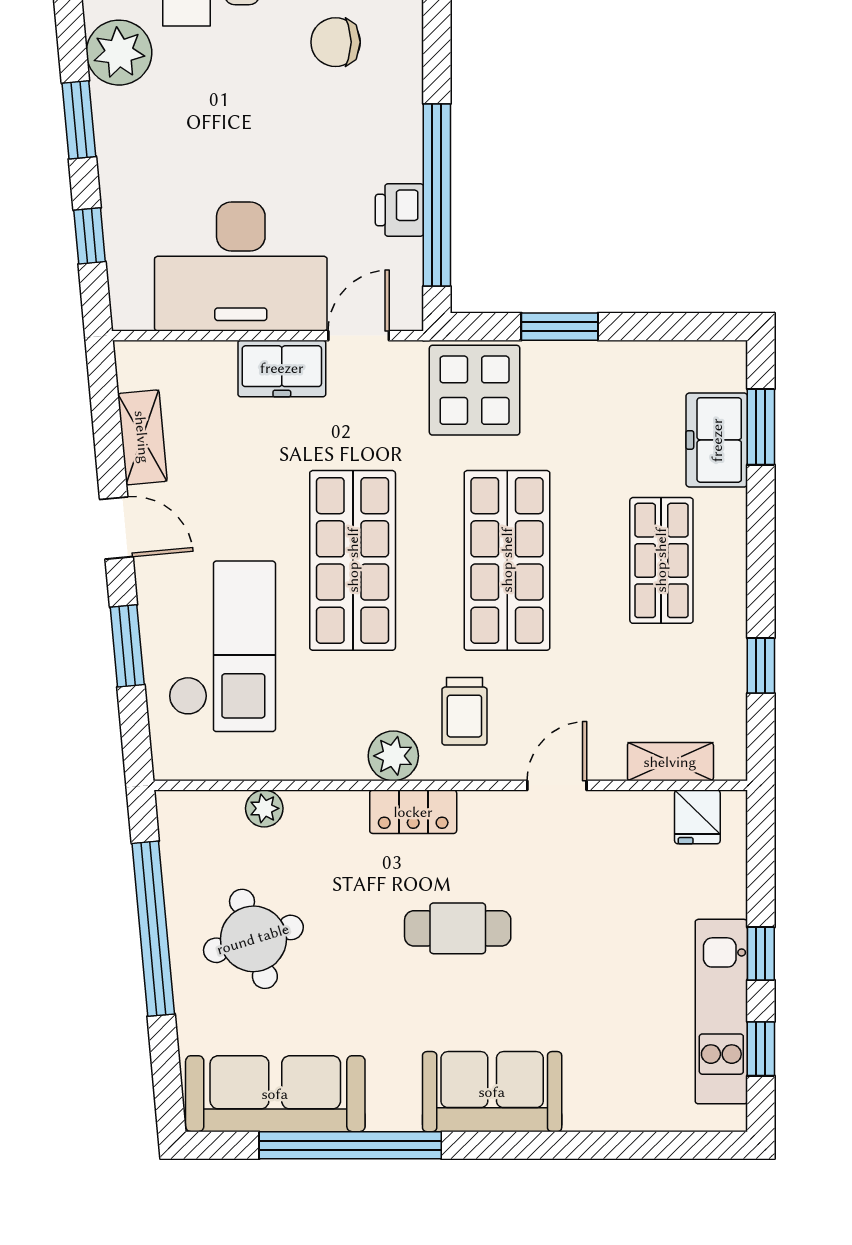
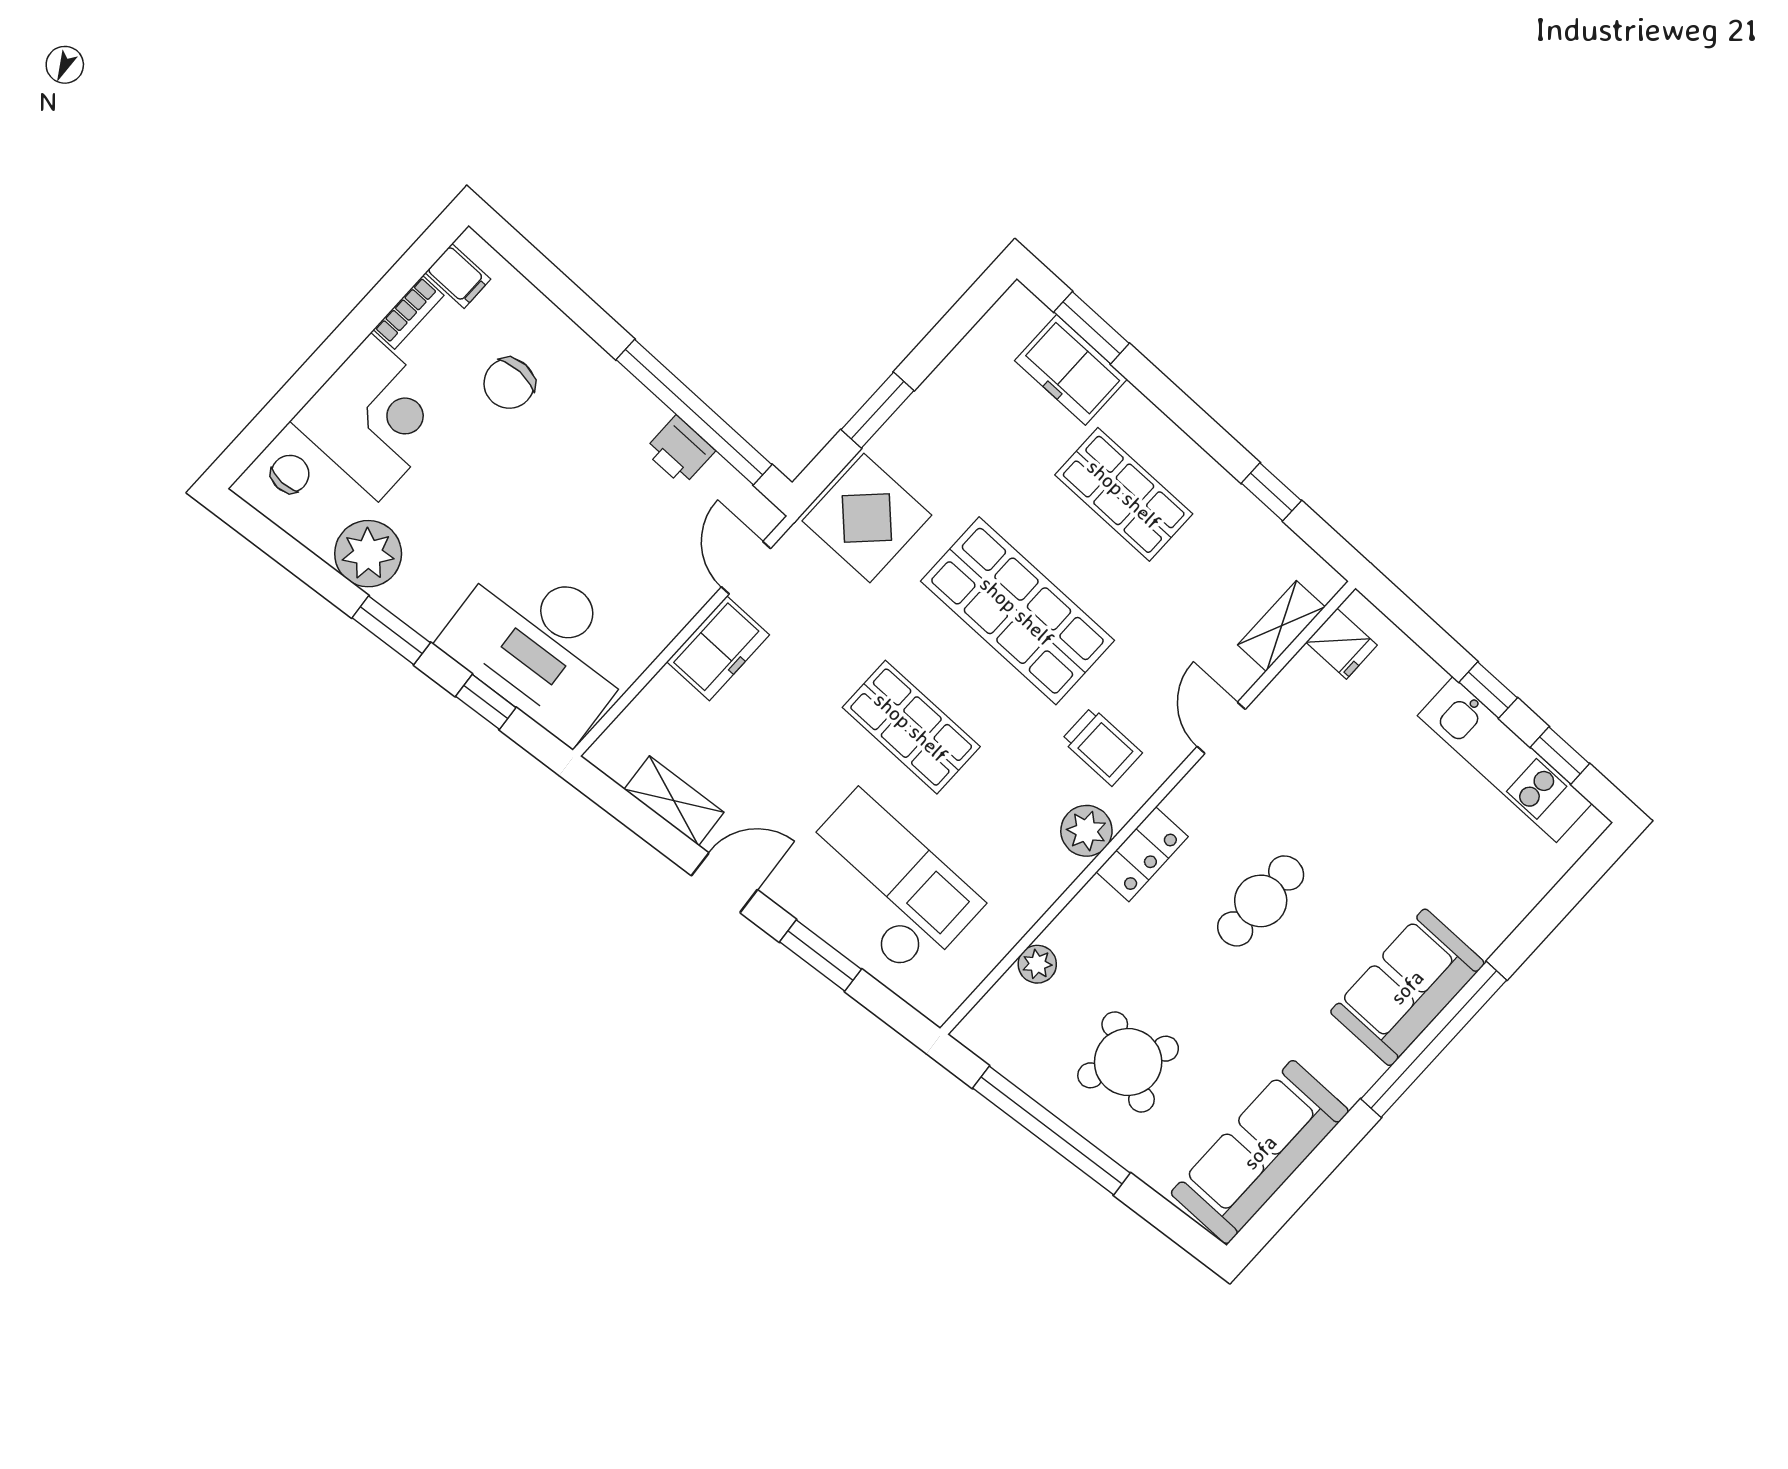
desk: (241, 266) -> (542, 645), moved, turned 85
shop shelf: (353, 560) -> (911, 727), width x0.70, depth x0.74
round table: (253, 939) -> (1128, 1062), turned 45
window: (350, 1145) -> (1434, 1039), moved

